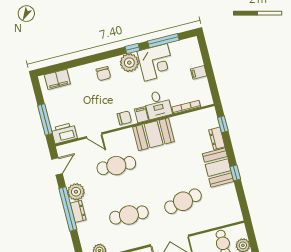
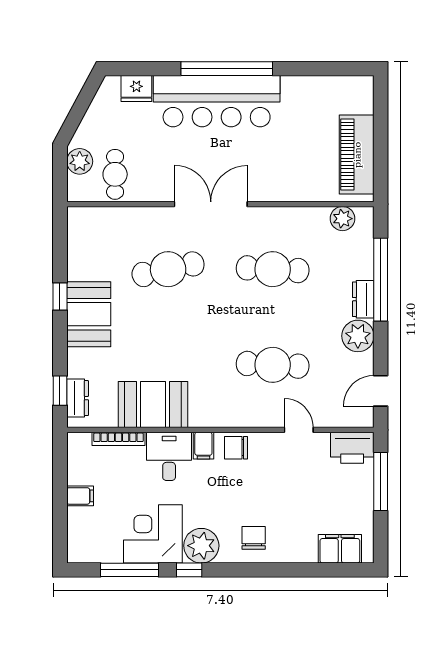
booth: (154, 134) -> (153, 404), moved
dresser: (217, 138) -> (78, 398), moved
window: (68, 209) -> (381, 280), moved

